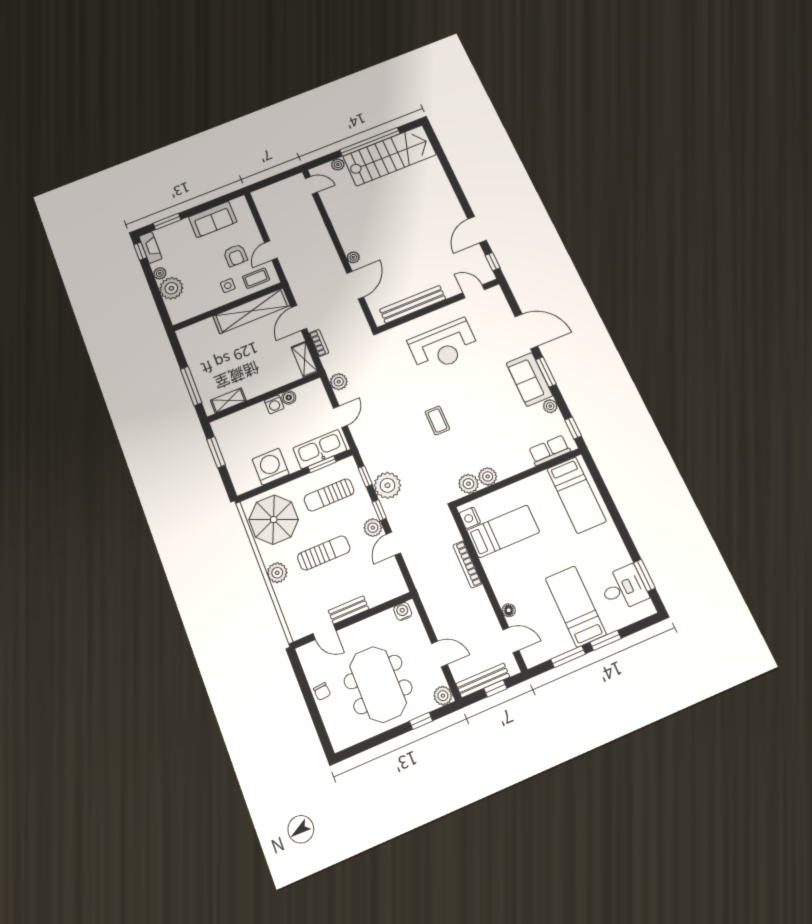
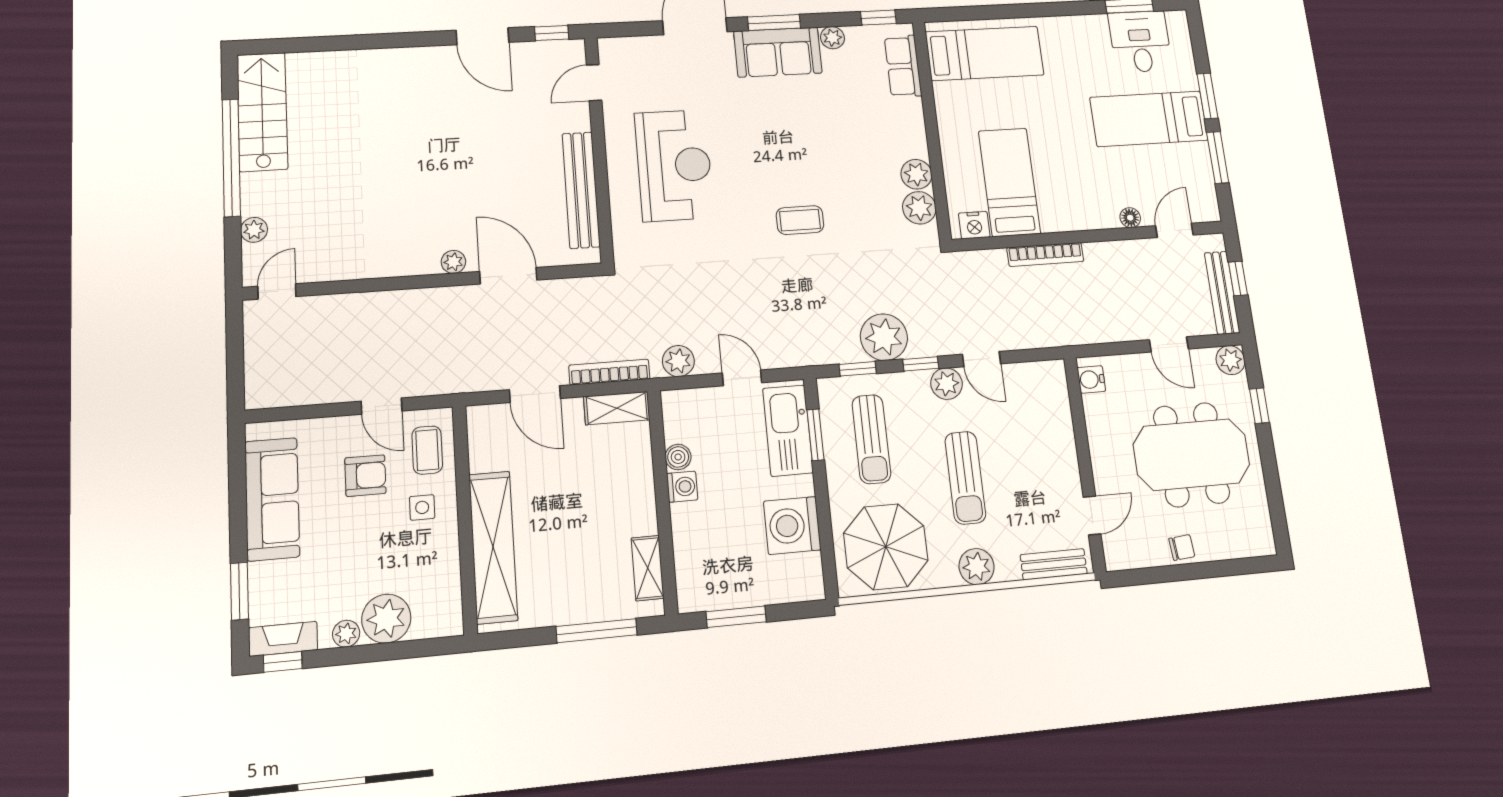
stairs: (390, 155) -> (262, 112), width x0.73, depth x0.66
sofa: (213, 219) -> (272, 499), width x1.36
shelving: (252, 311) -> (493, 547), moved
bookcase: (319, 343) -> (609, 372), width x1.56
sun lounger: (324, 553) -> (965, 478), turned 180
bench: (349, 610) -> (1054, 564), moved, turned 90
door: (439, 654) -> (1169, 344), swing flipped

